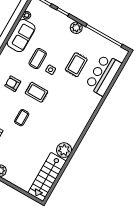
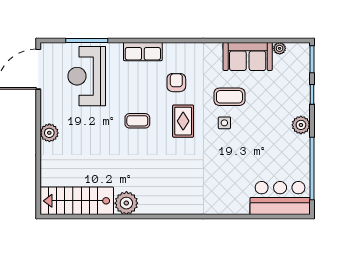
rug: (76, 65) -> (251, 154), removed
bar counter: (103, 75) -> (280, 198), moved

